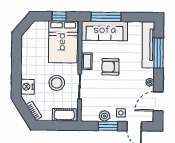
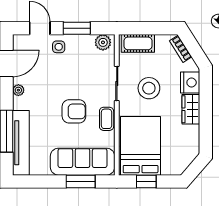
window: (106, 17) -> (81, 181), width x0.69
wardrobe: (27, 68) -> (191, 109), added
plant: (104, 116) -> (103, 42), moved

